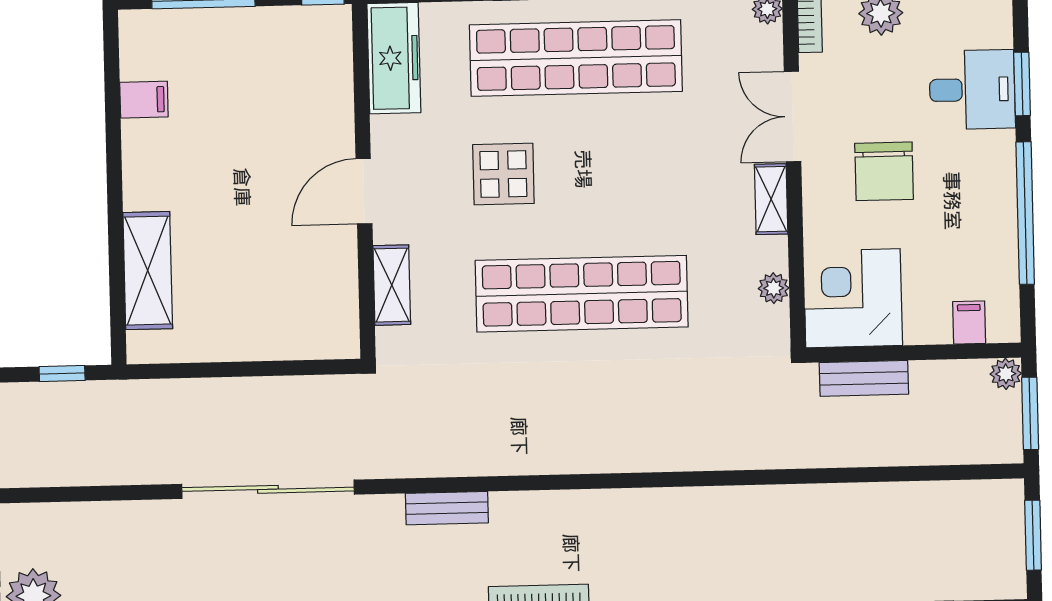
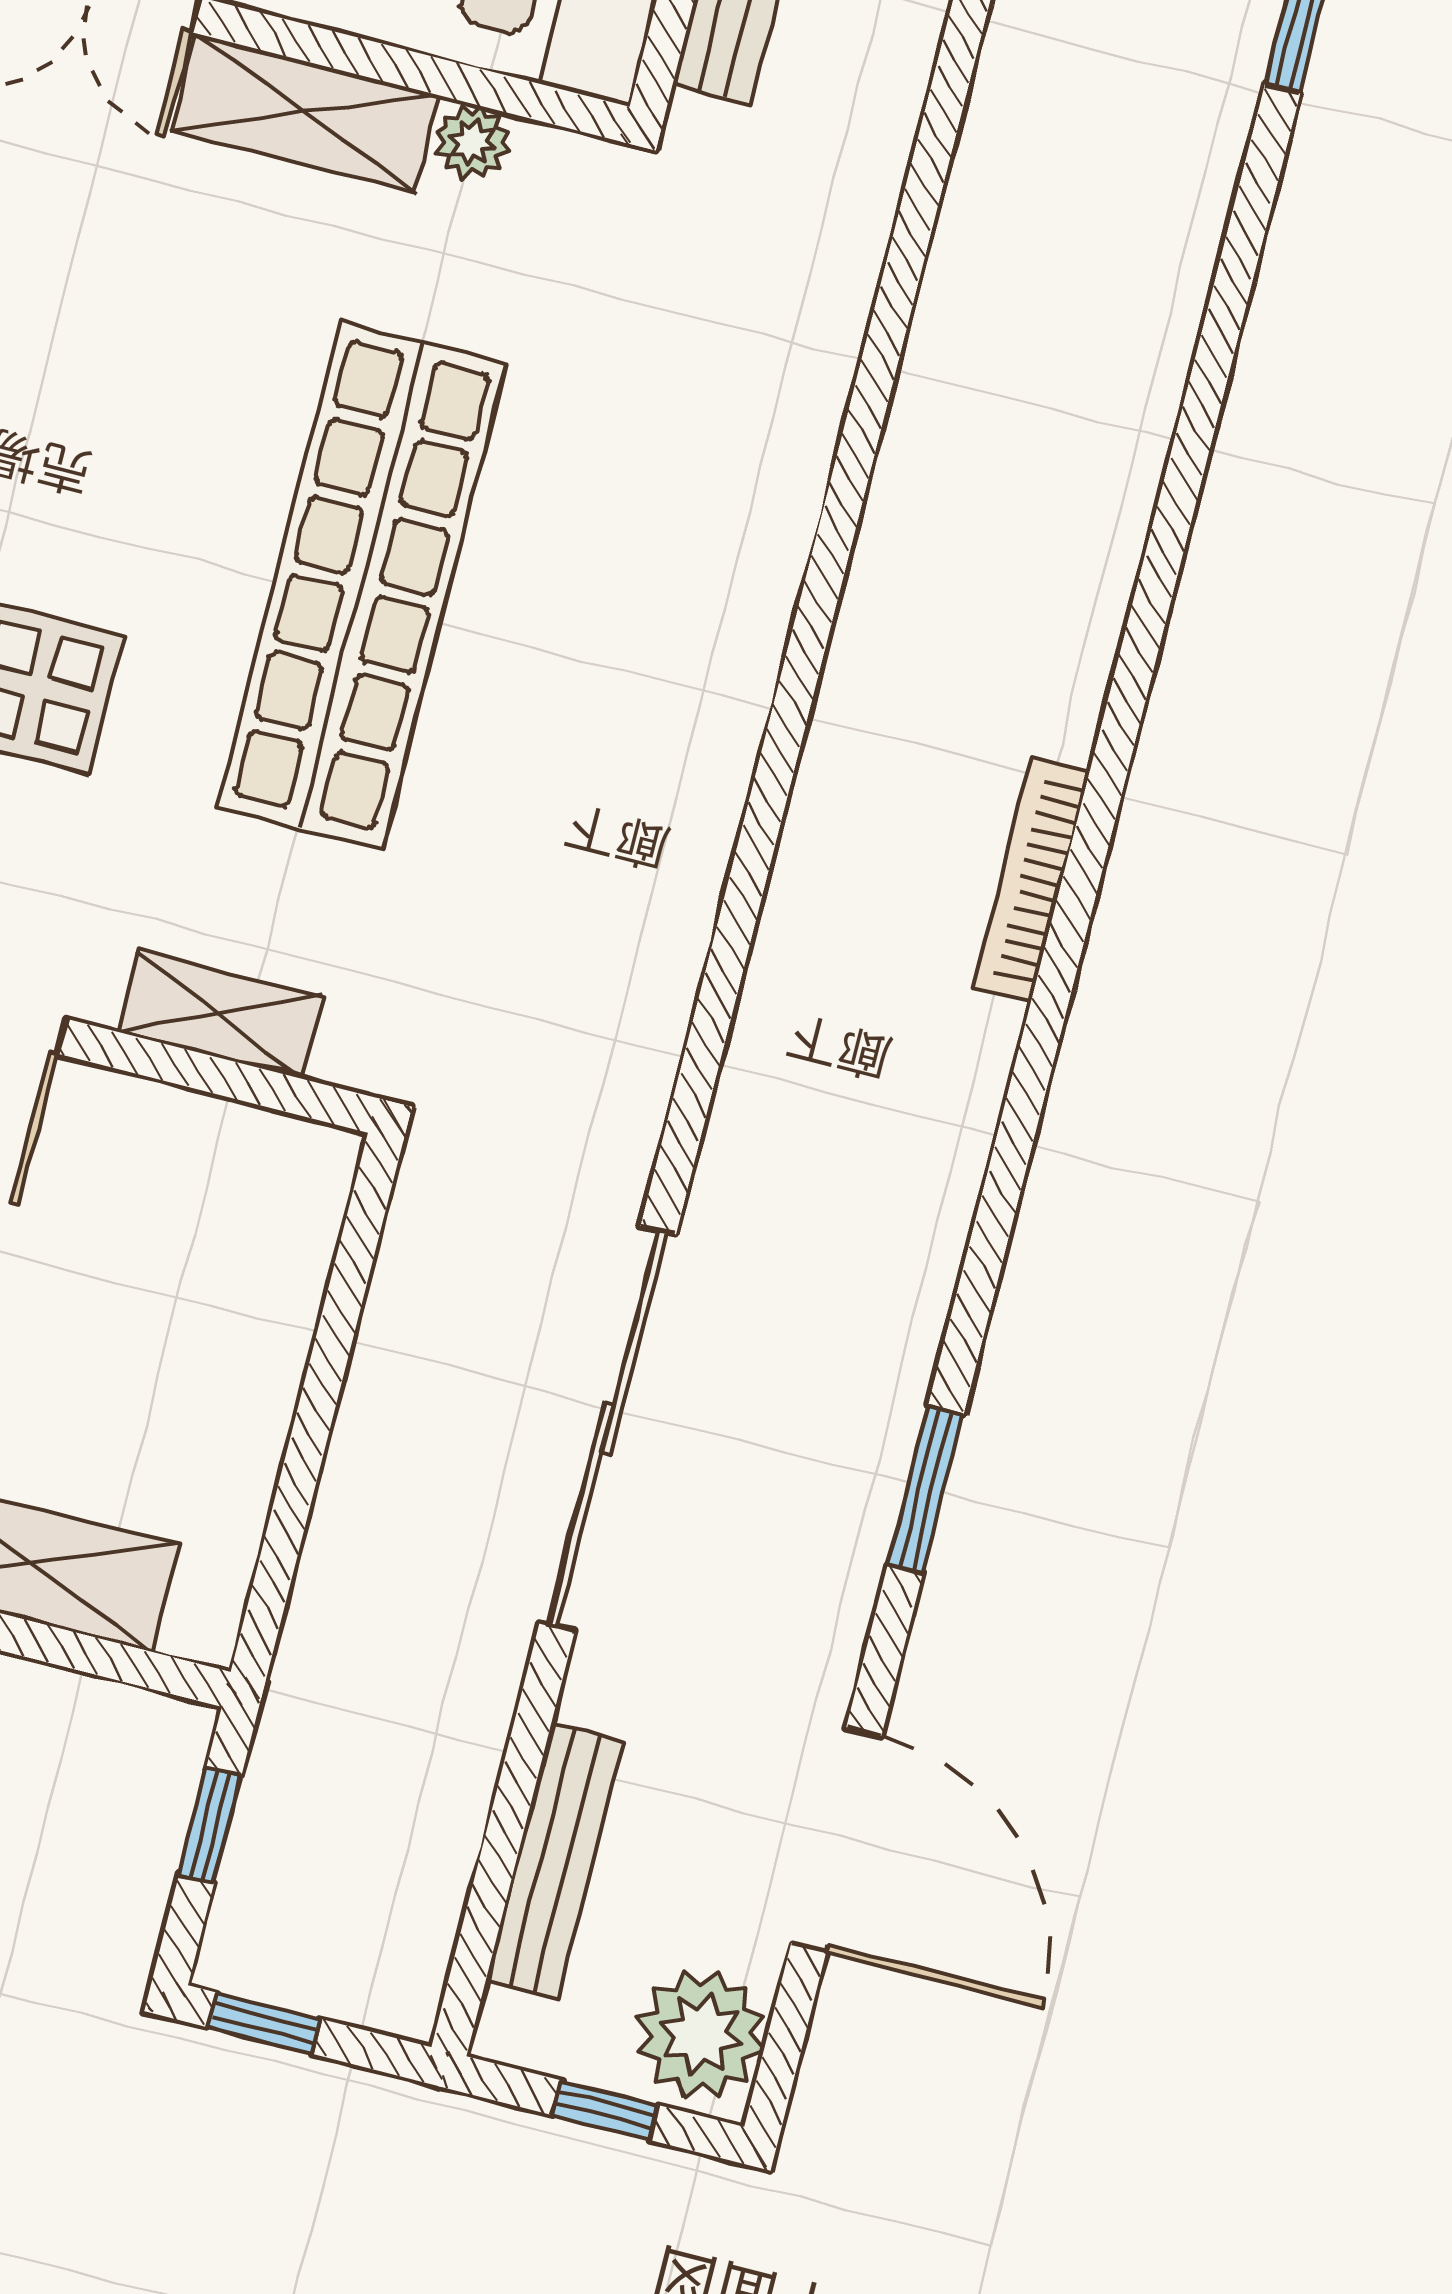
shelving: (771, 199) -> (305, 113), width x1.50, depth x1.33
bench: (447, 508) -> (554, 1861), moved, width x1.36

